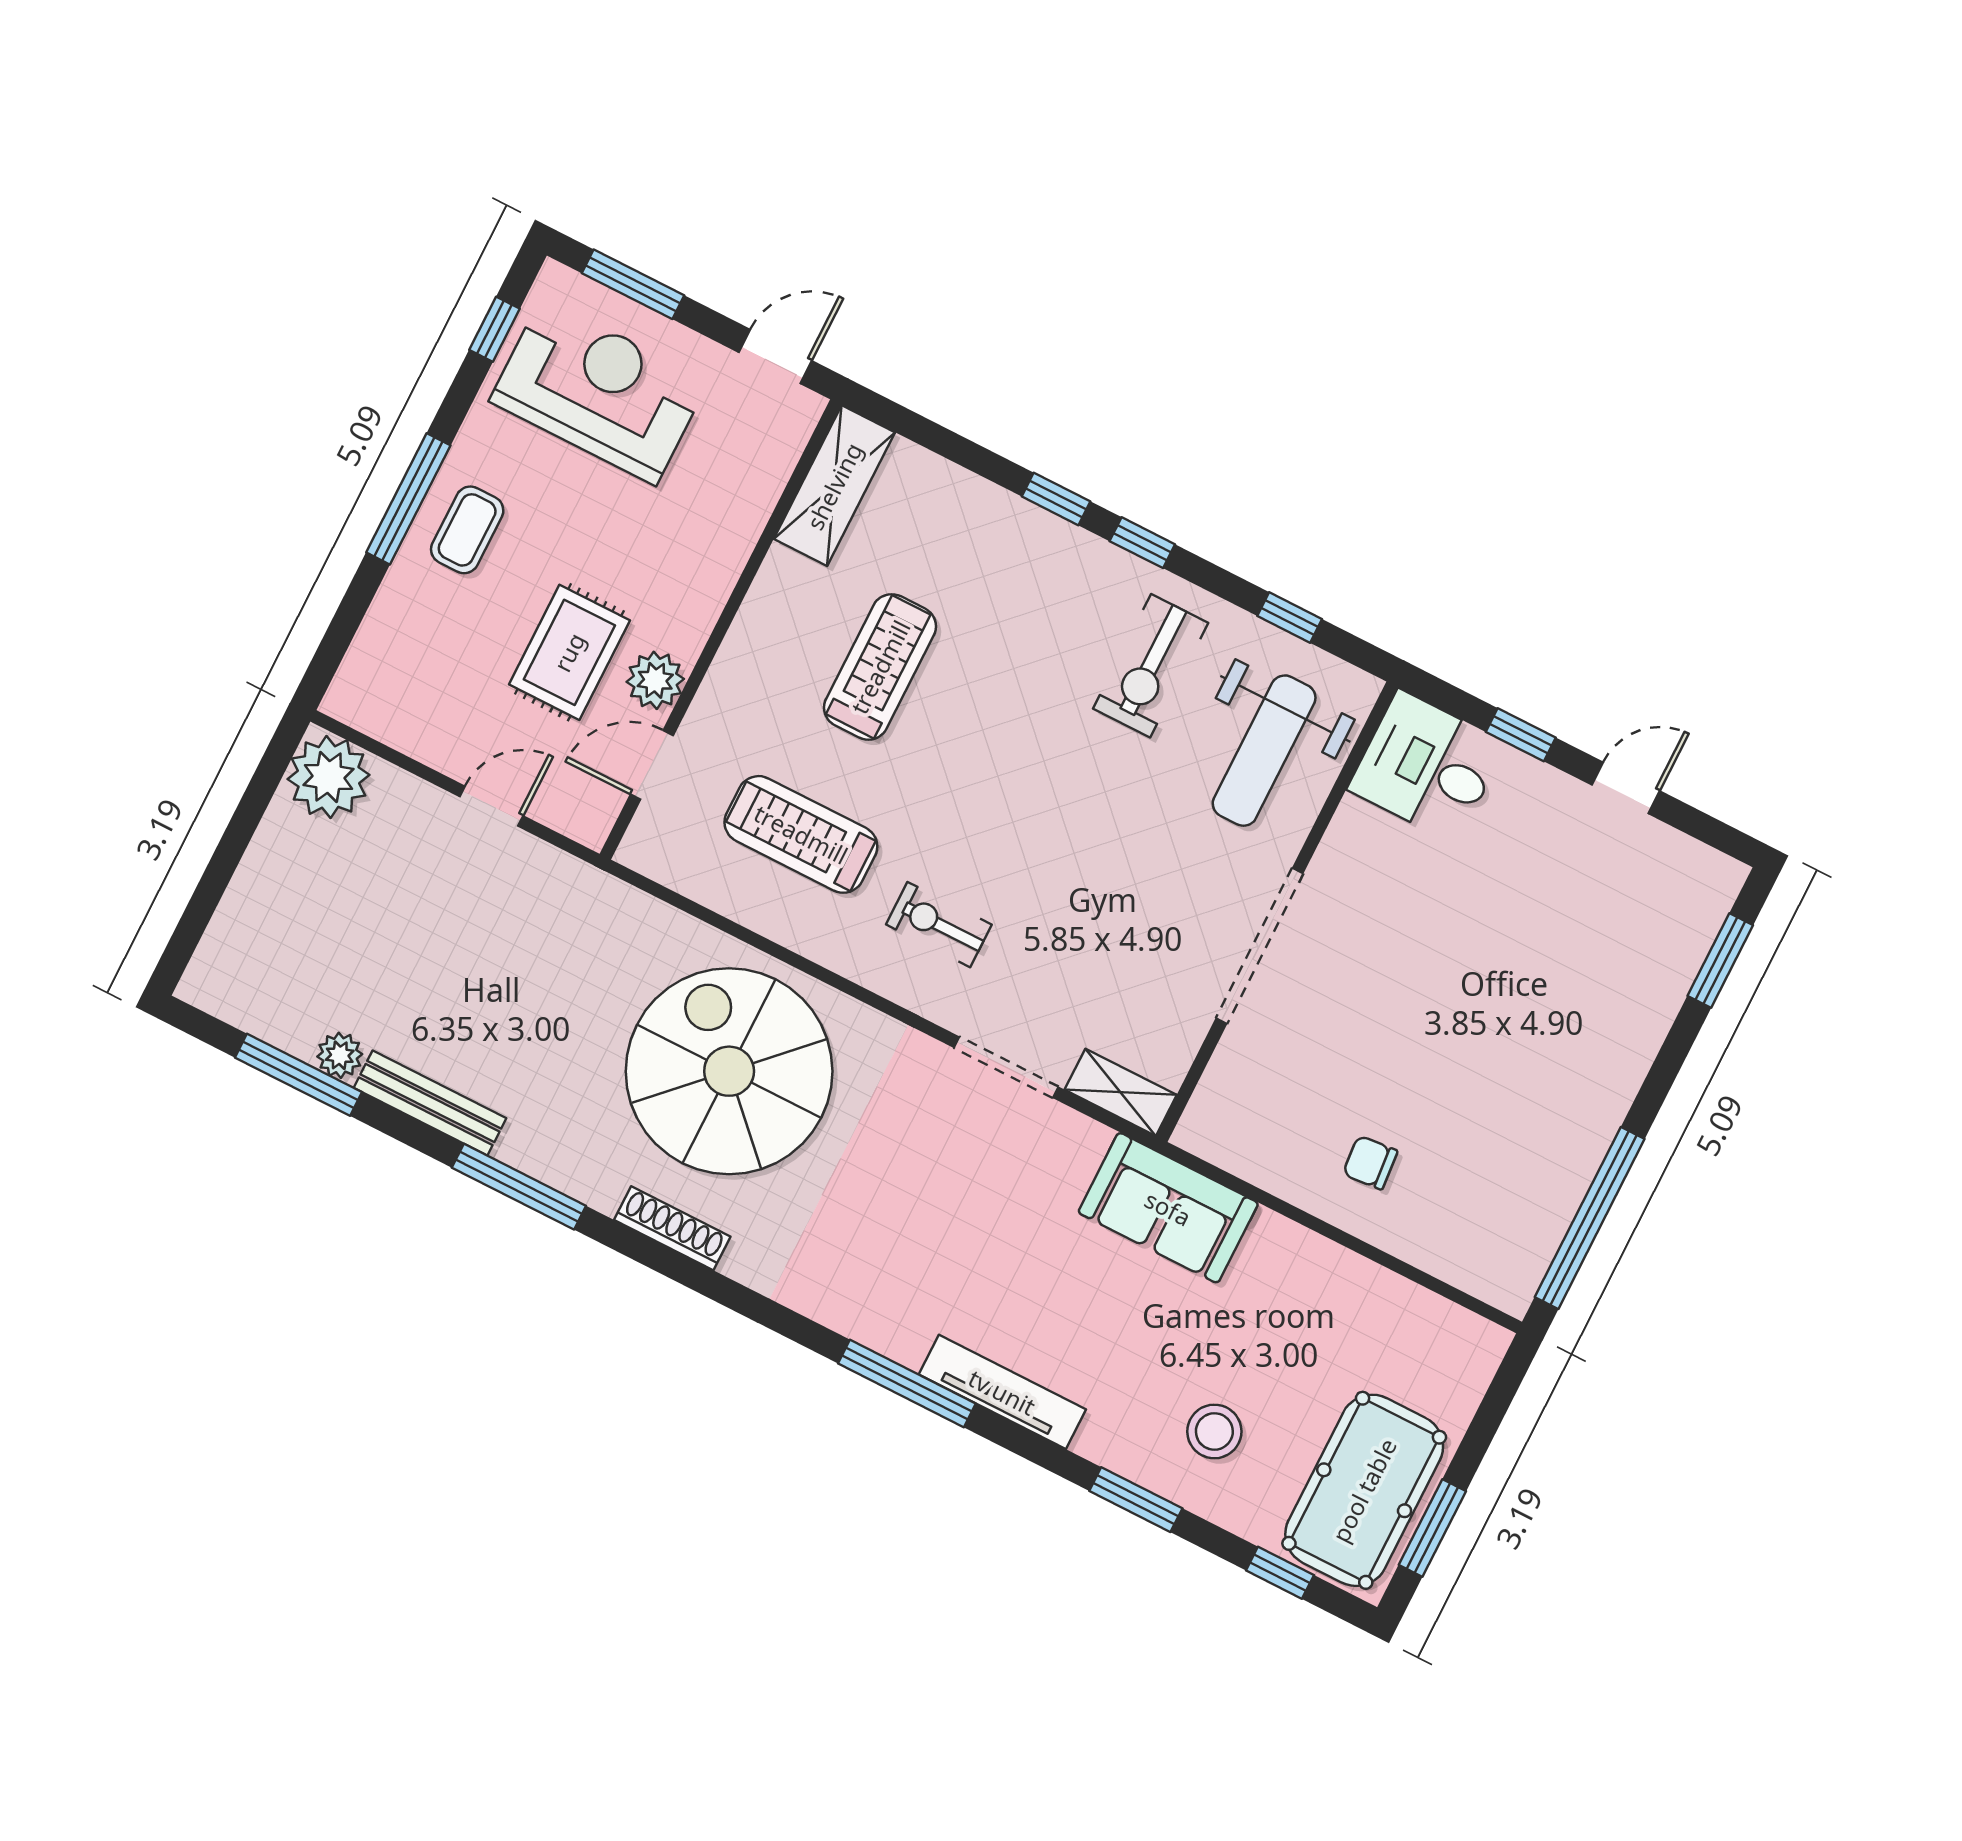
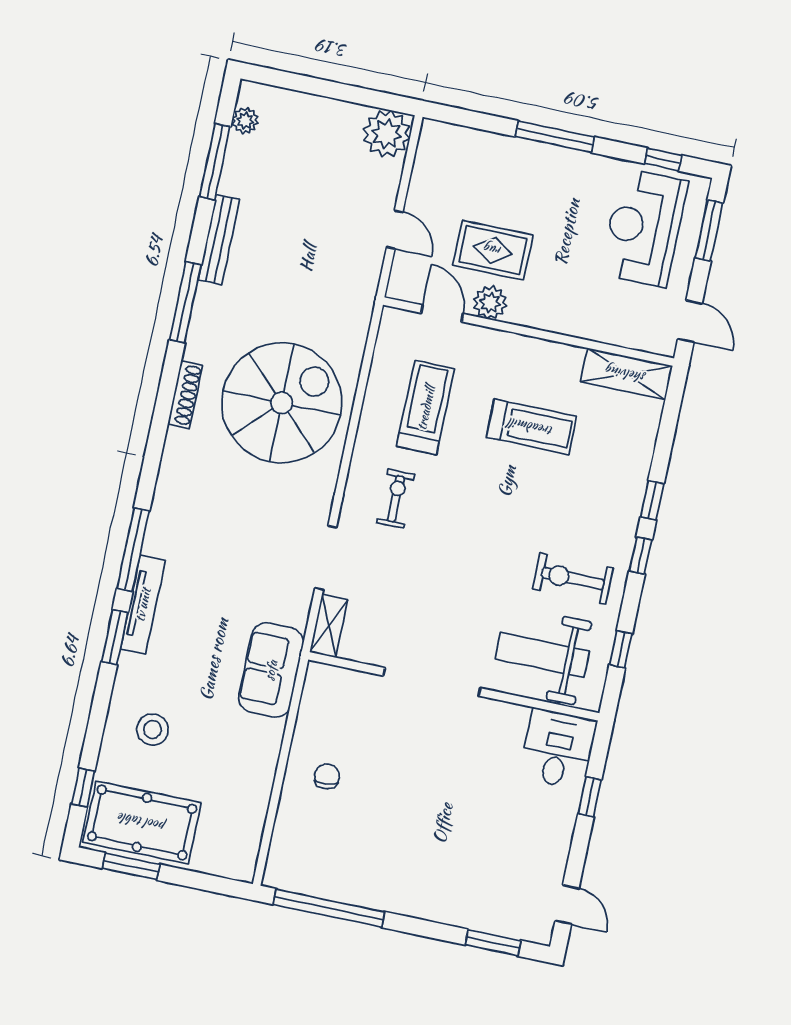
reception desk: (599, 391) -> (644, 228), turned 180
coffee table: (467, 530) -> (546, 174), removed
door: (1626, 788) -> (567, 905), moved
plant: (340, 1055) -> (245, 121), moved
window: (1136, 1500) -> (115, 637), moved

